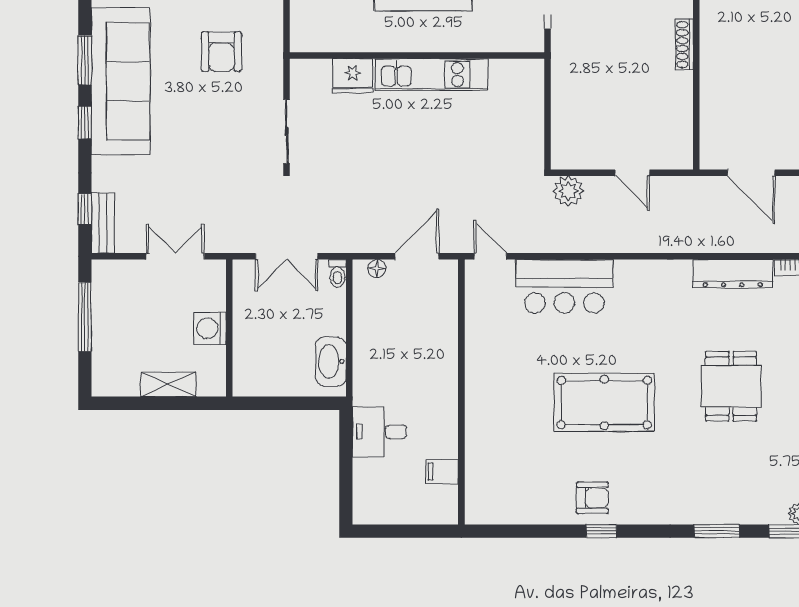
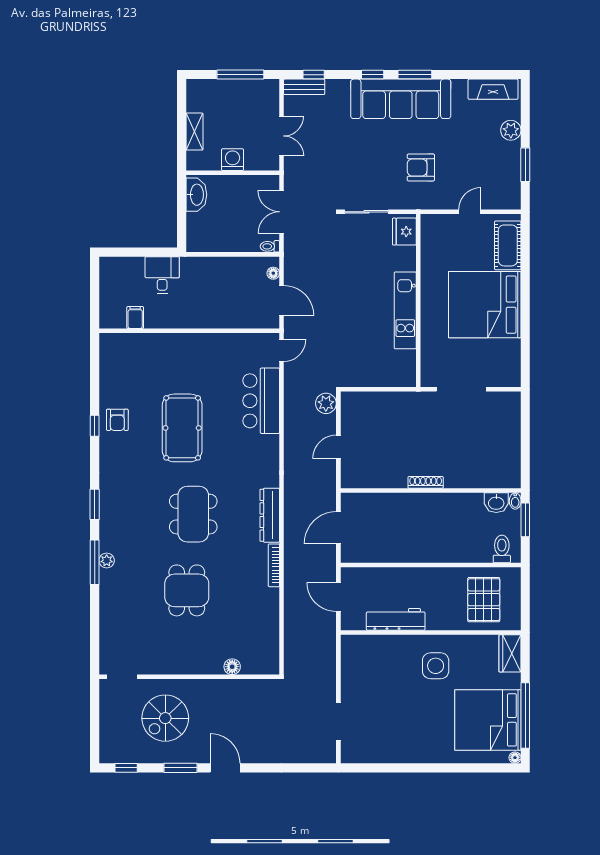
fridge: (353, 76) -> (404, 232), moved
washbasin: (331, 361) -> (196, 195), moved, turned 90
dining table: (731, 386) -> (193, 514), width x1.38

